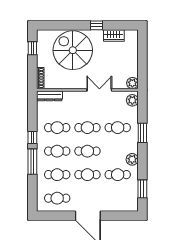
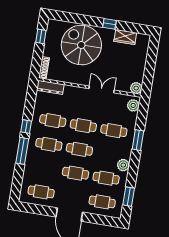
cafe table: (57, 175) -> (102, 202), moved

